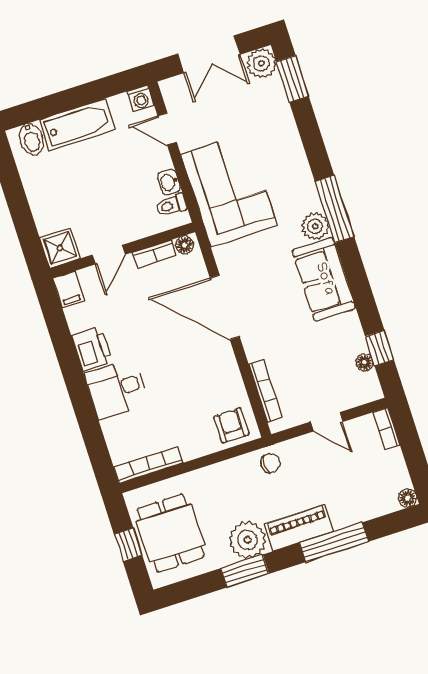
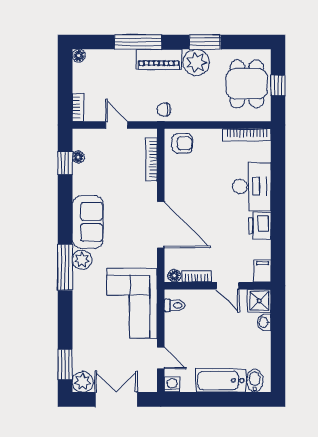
washbasin: (169, 182) -> (264, 322), moved, turned 180
door: (109, 255) -> (228, 286), swing flipped
desk: (117, 389) -> (252, 187), width x1.37
armchair: (231, 425) -> (182, 143), turned -90

